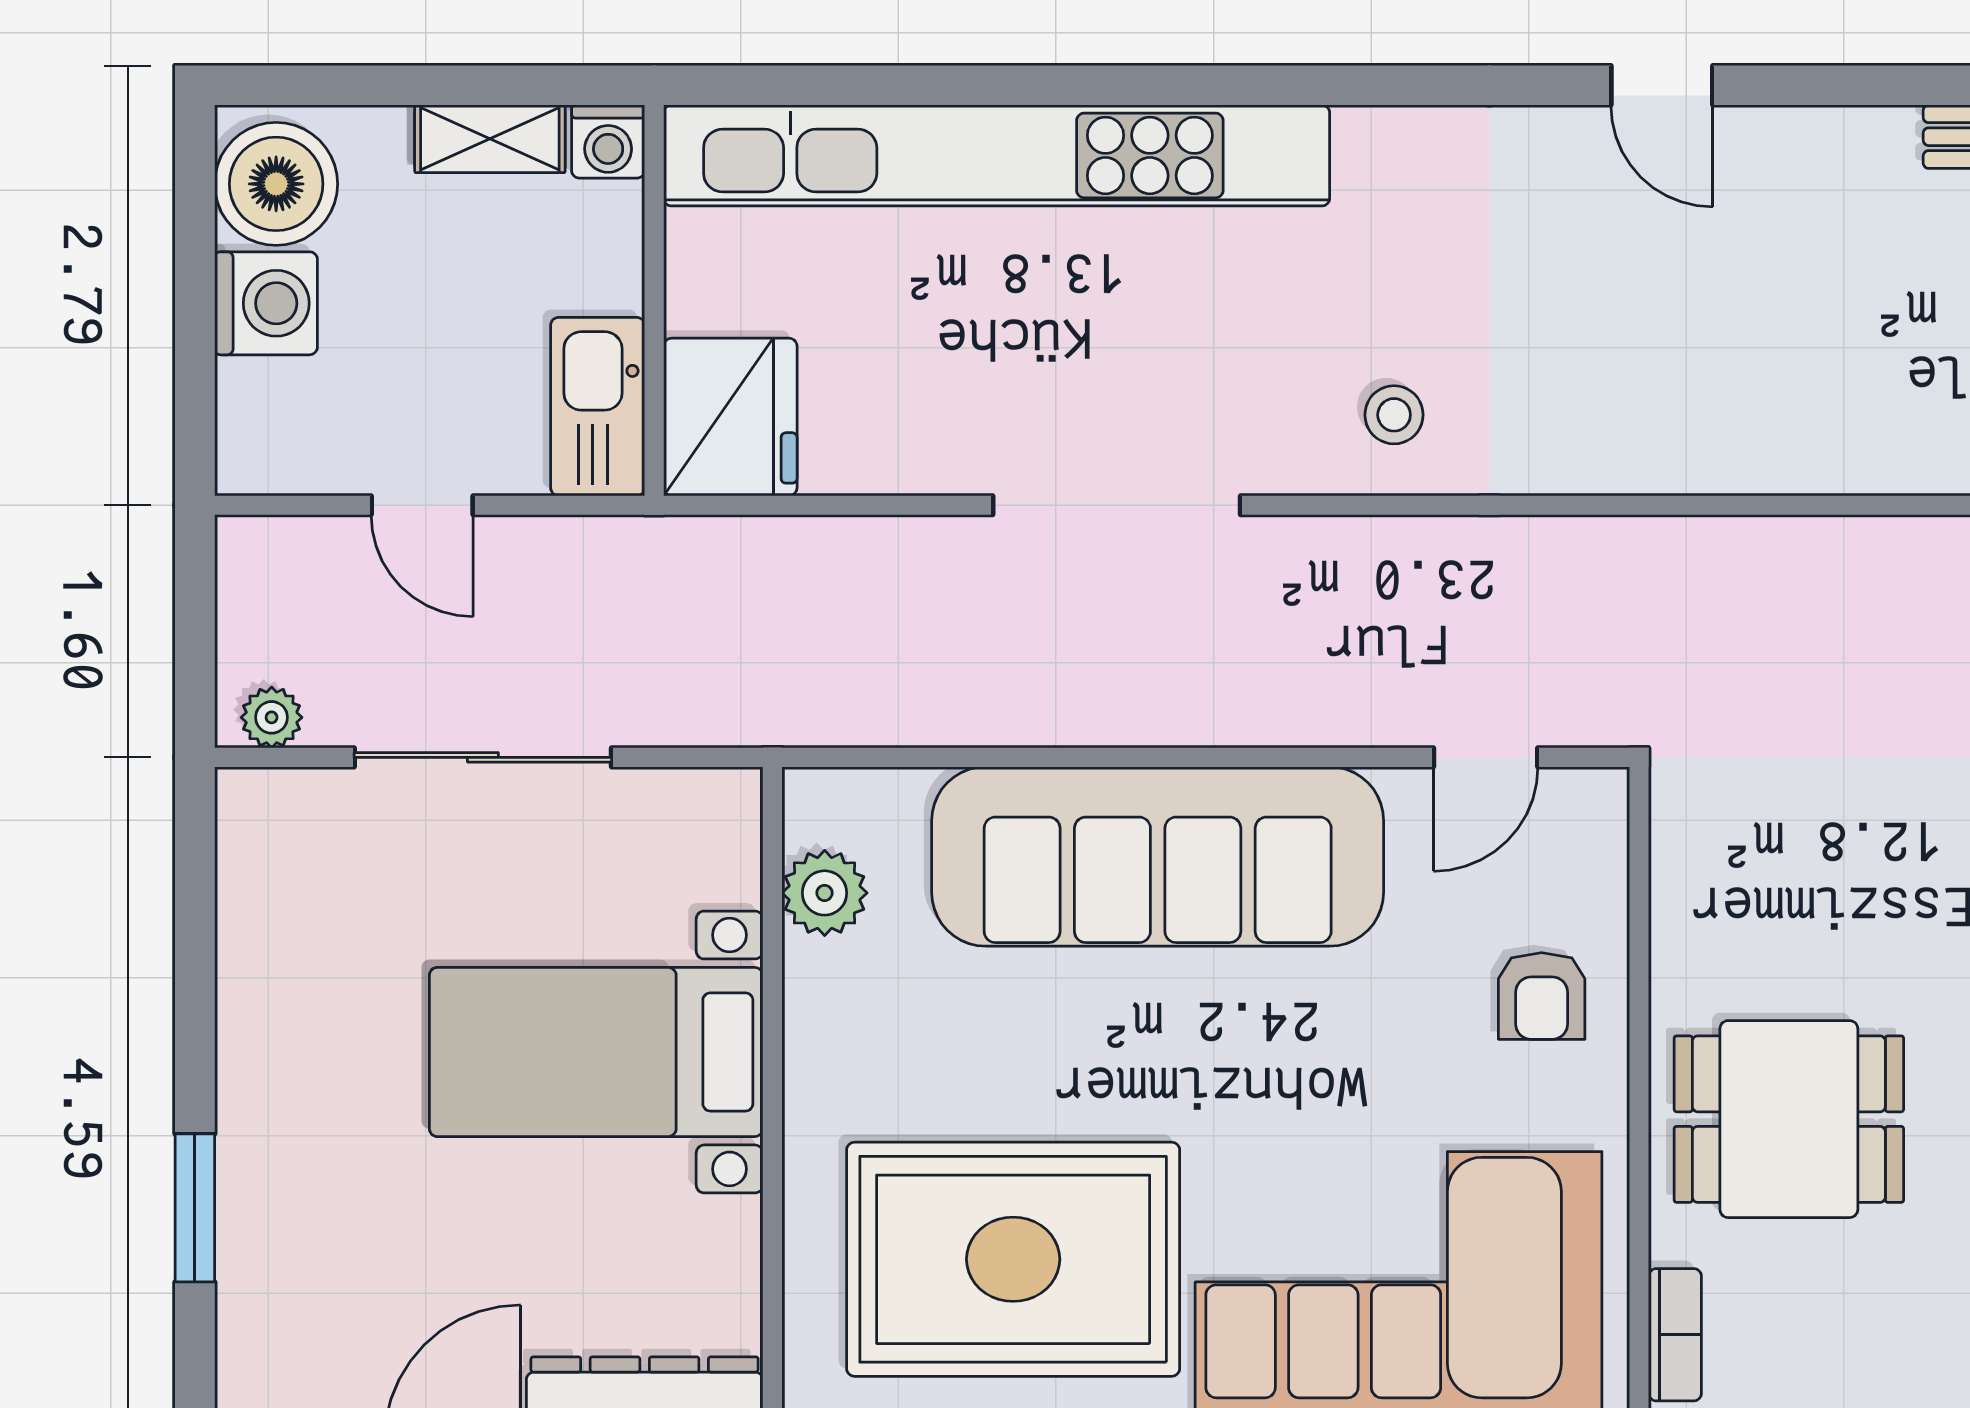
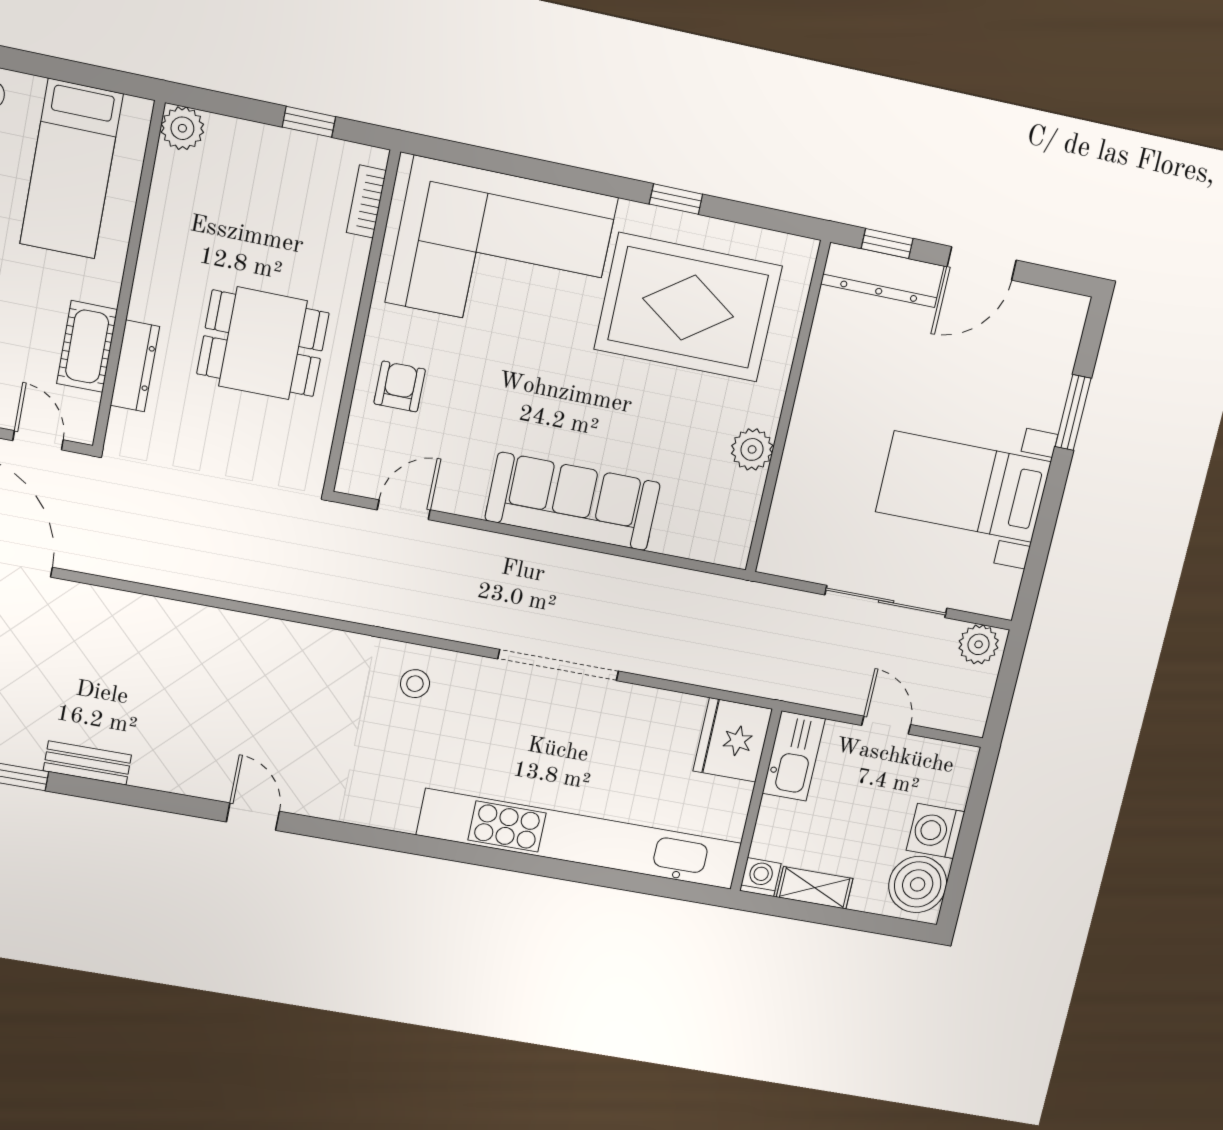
plant: (272, 717) -> (979, 644), width x1.38, depth x1.38
sofa: (1158, 857) -> (573, 501), width x0.74, depth x0.79
plant: (825, 893) -> (752, 449), moved
bed with nightstands: (596, 1052) -> (963, 487), moved, turned 180
dining table: (1789, 1119) -> (263, 343), moved

